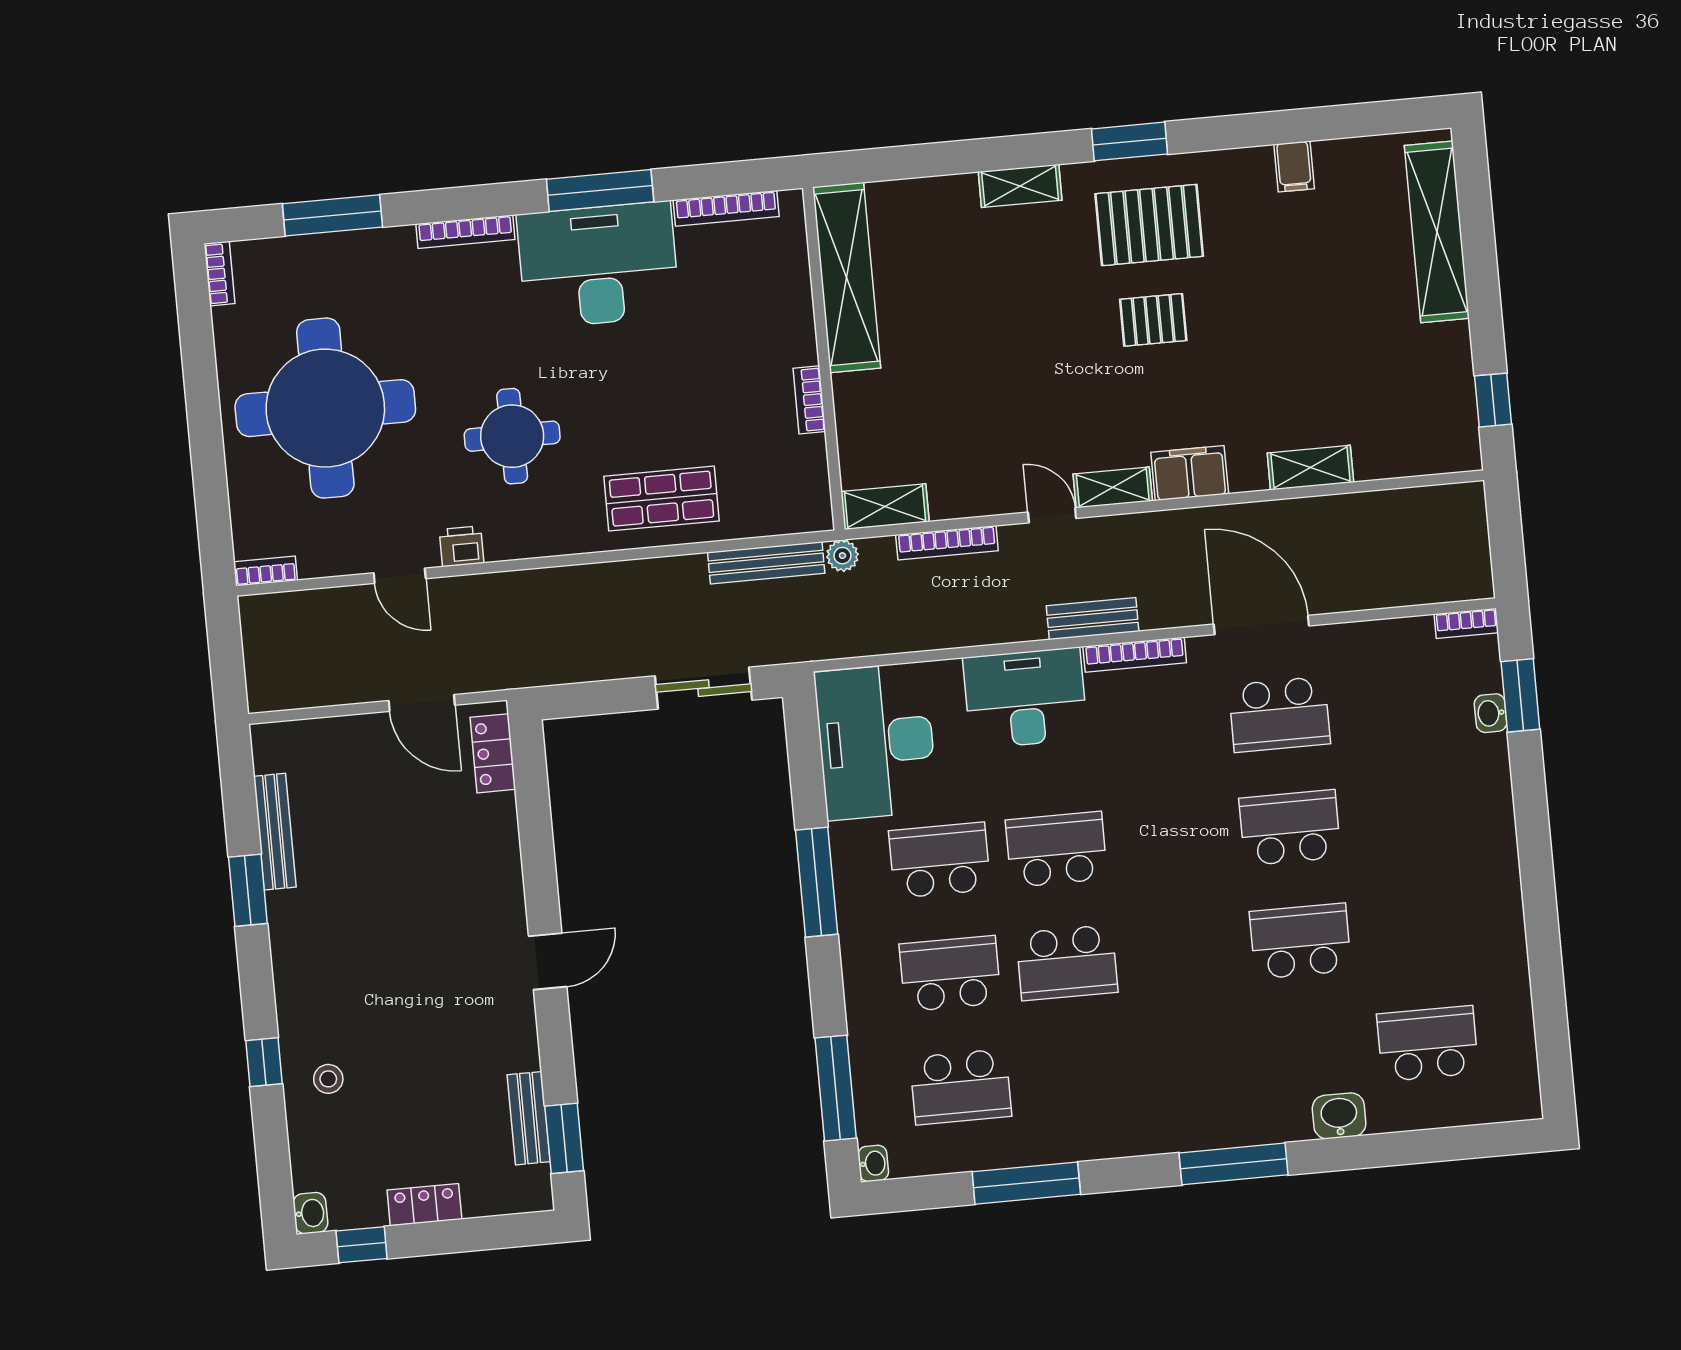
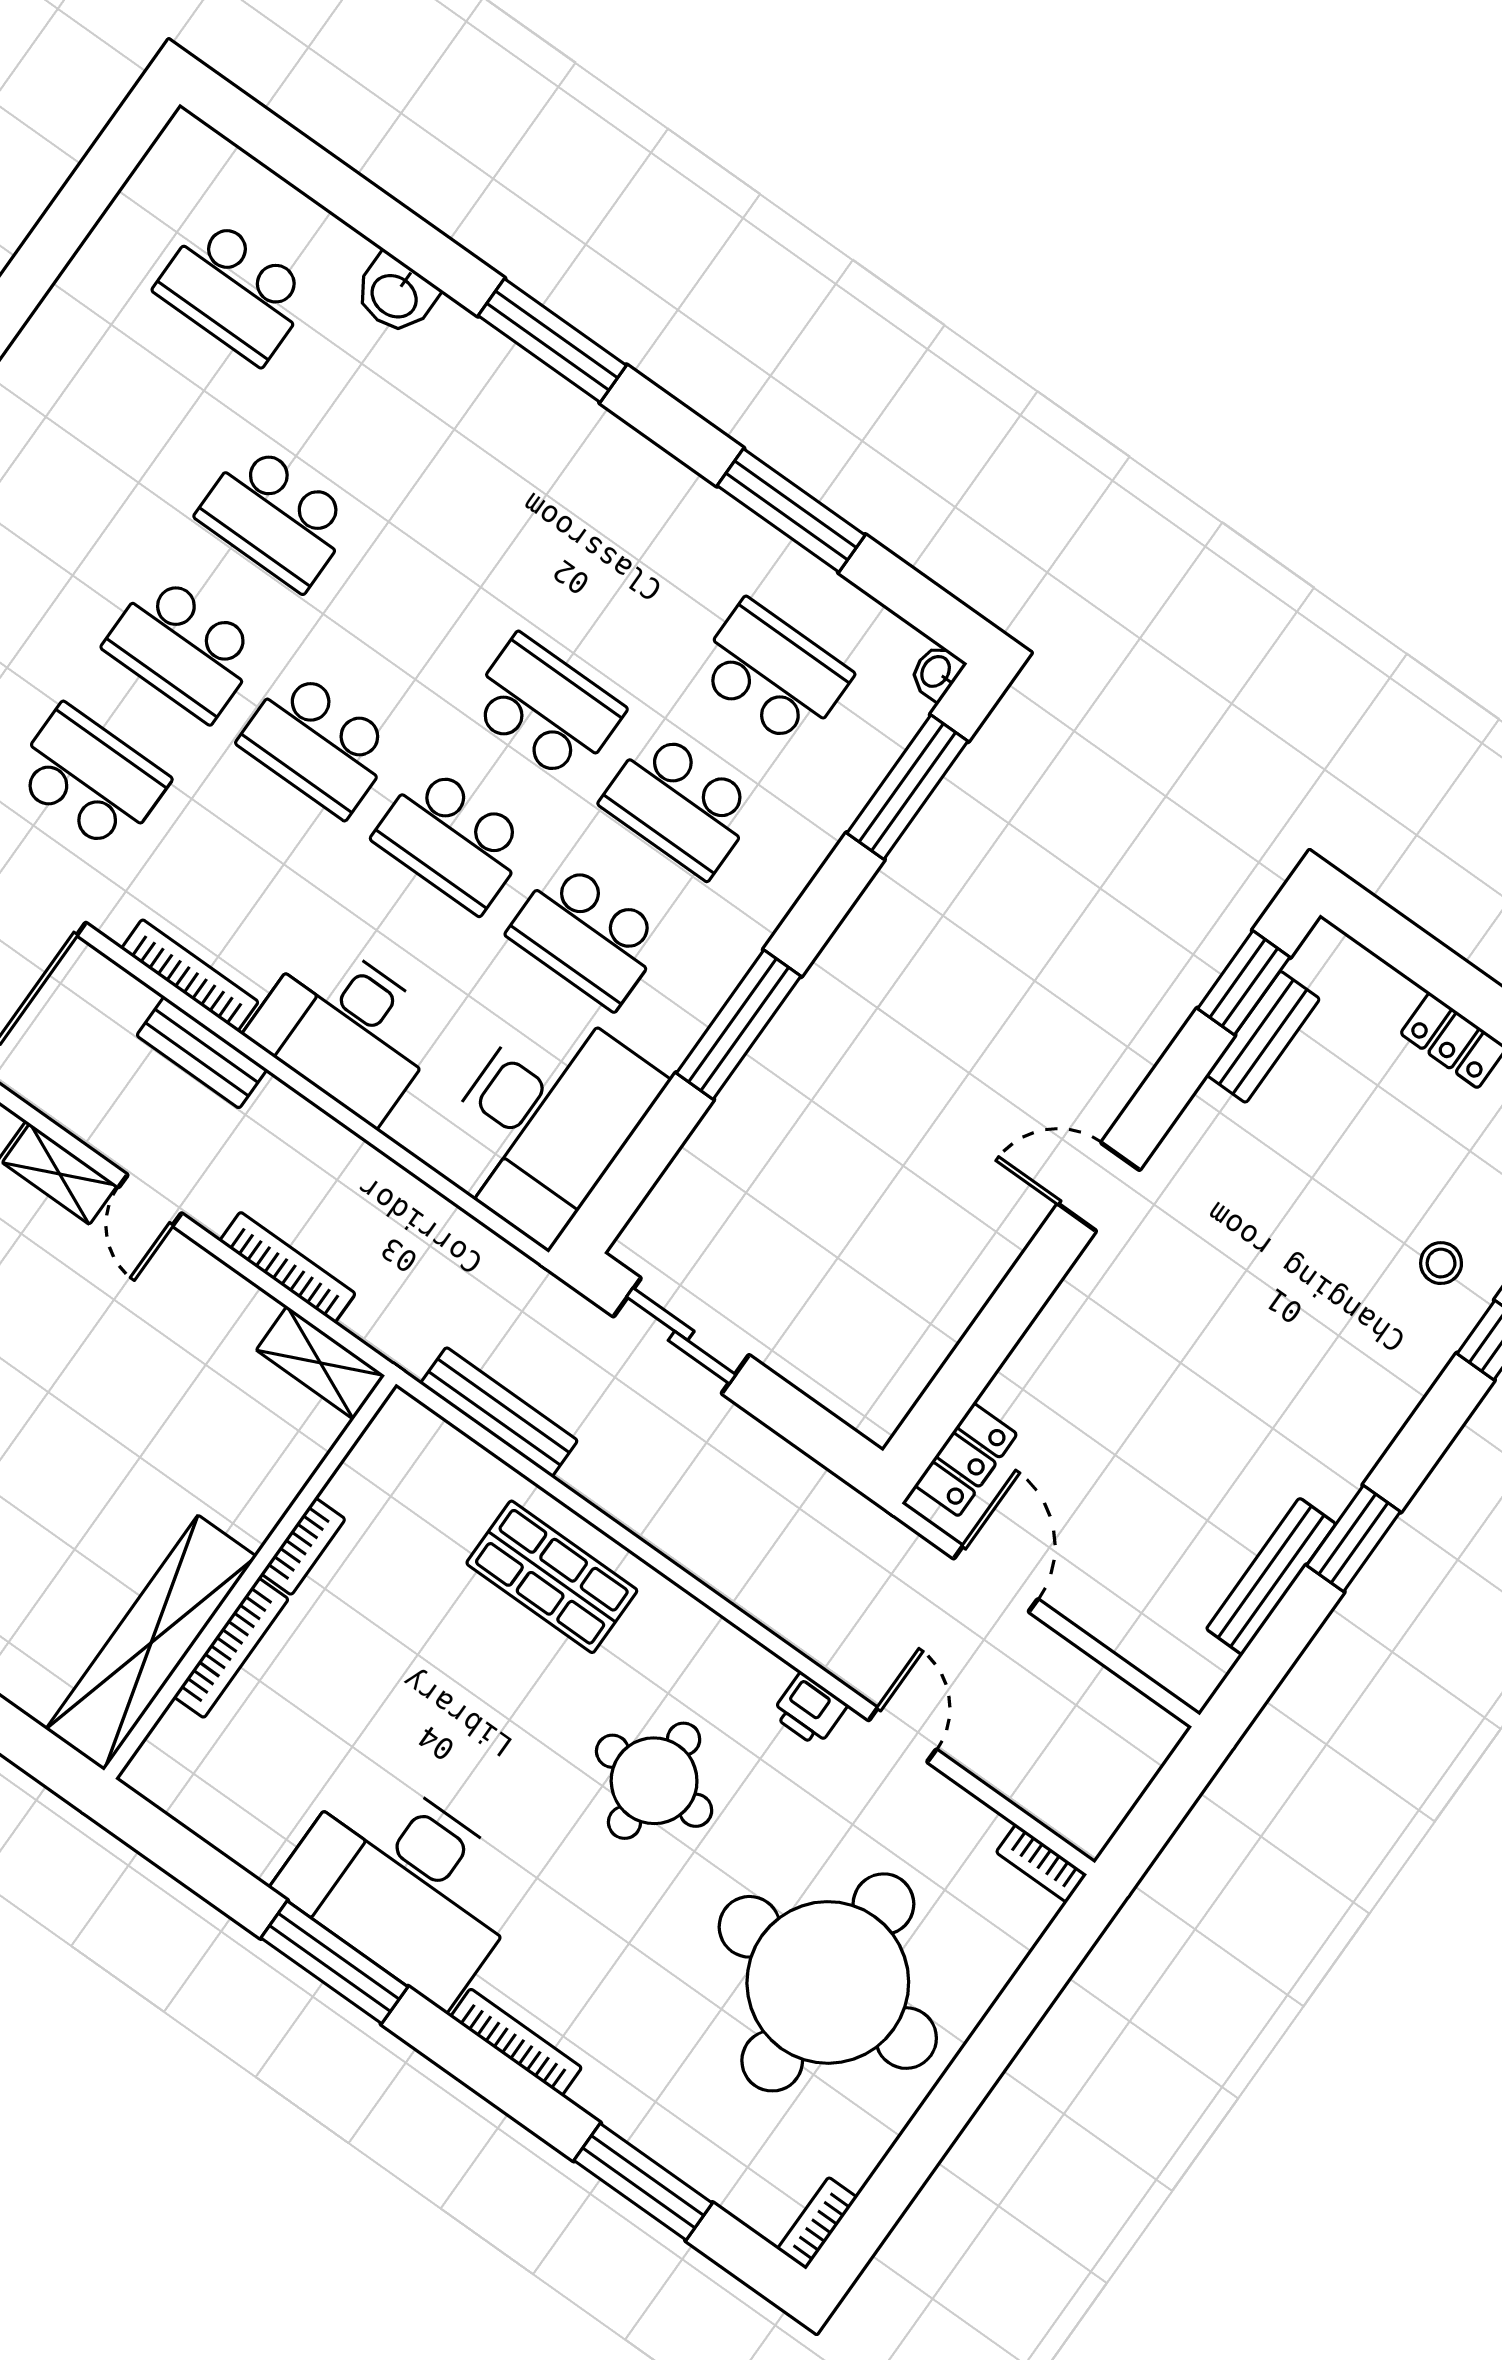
bookcase: (726, 208) -> (231, 1648), moved, turned 90
plant: (842, 556) -> (411, 1350), removed
school desk: (1173, 839) -> (318, 744), added

